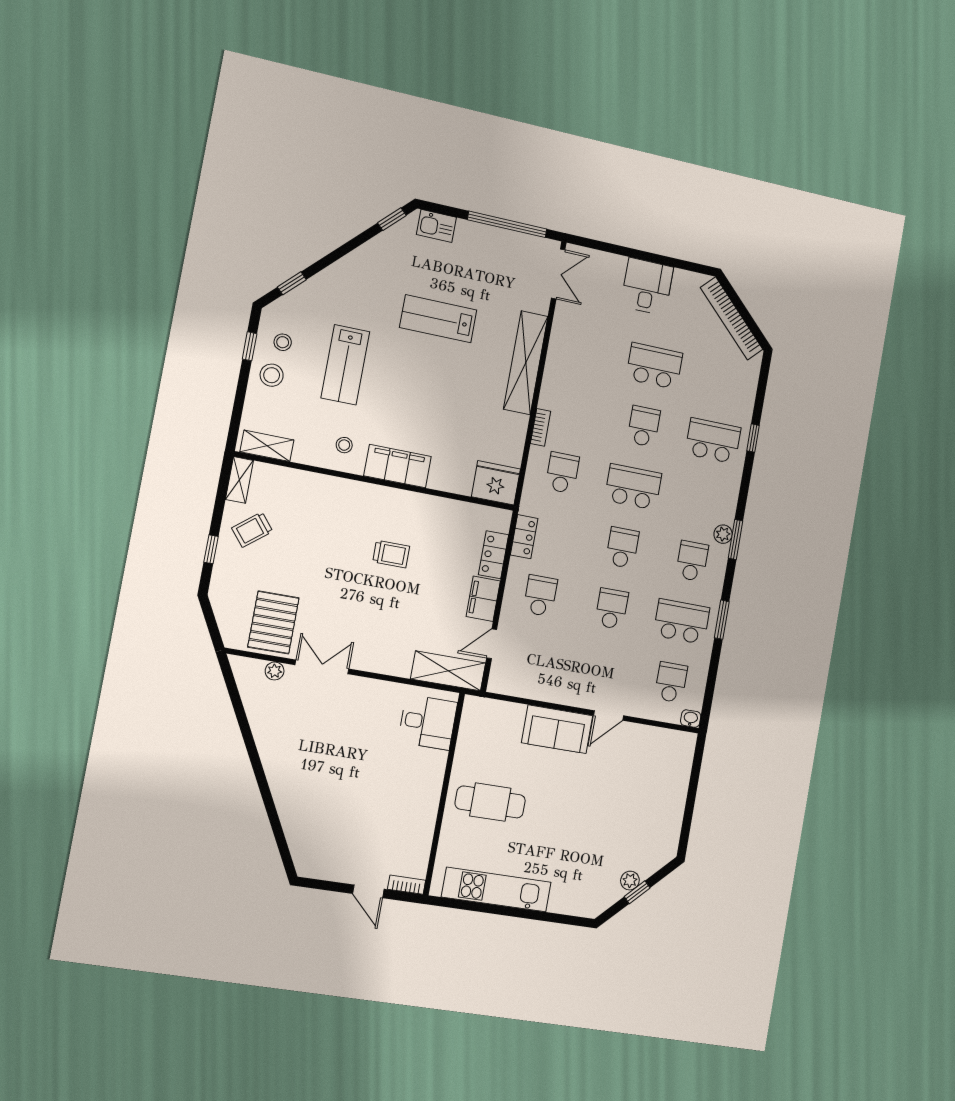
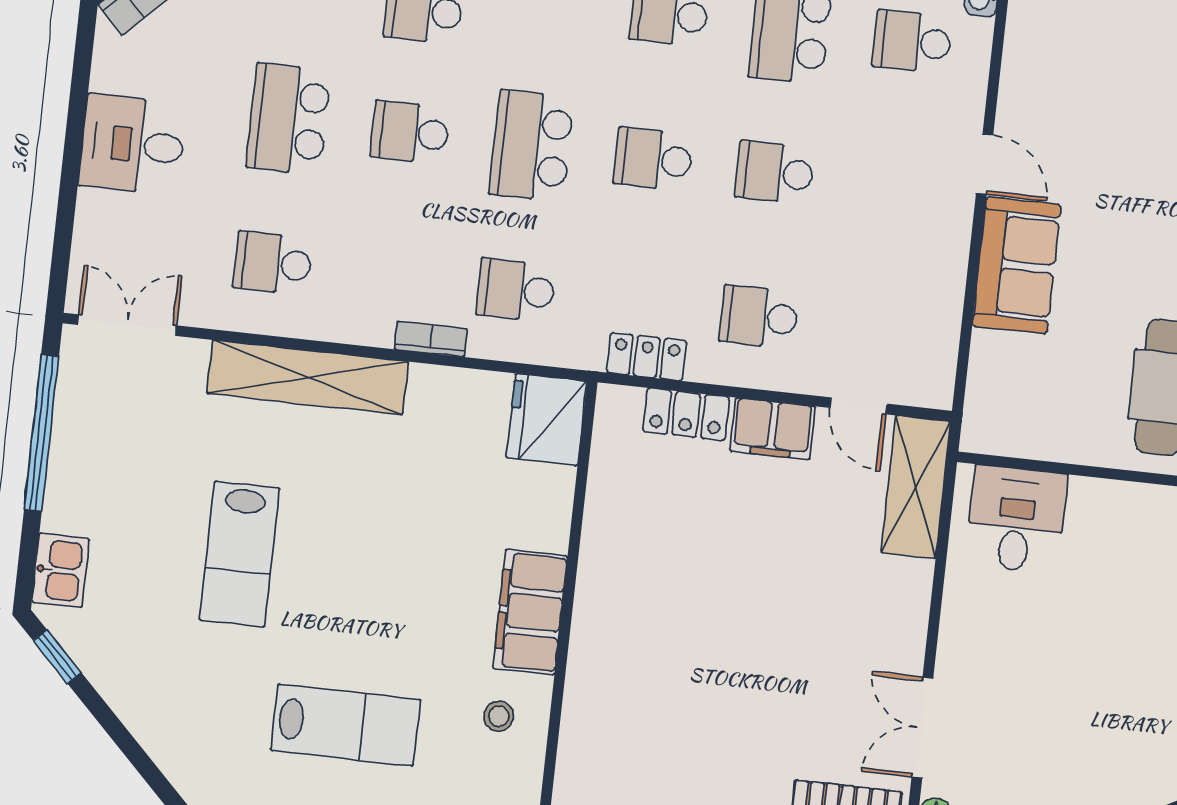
school desk: (584, 351) -> (273, 263), added
trolley: (391, 554) -> (699, 612), removed

